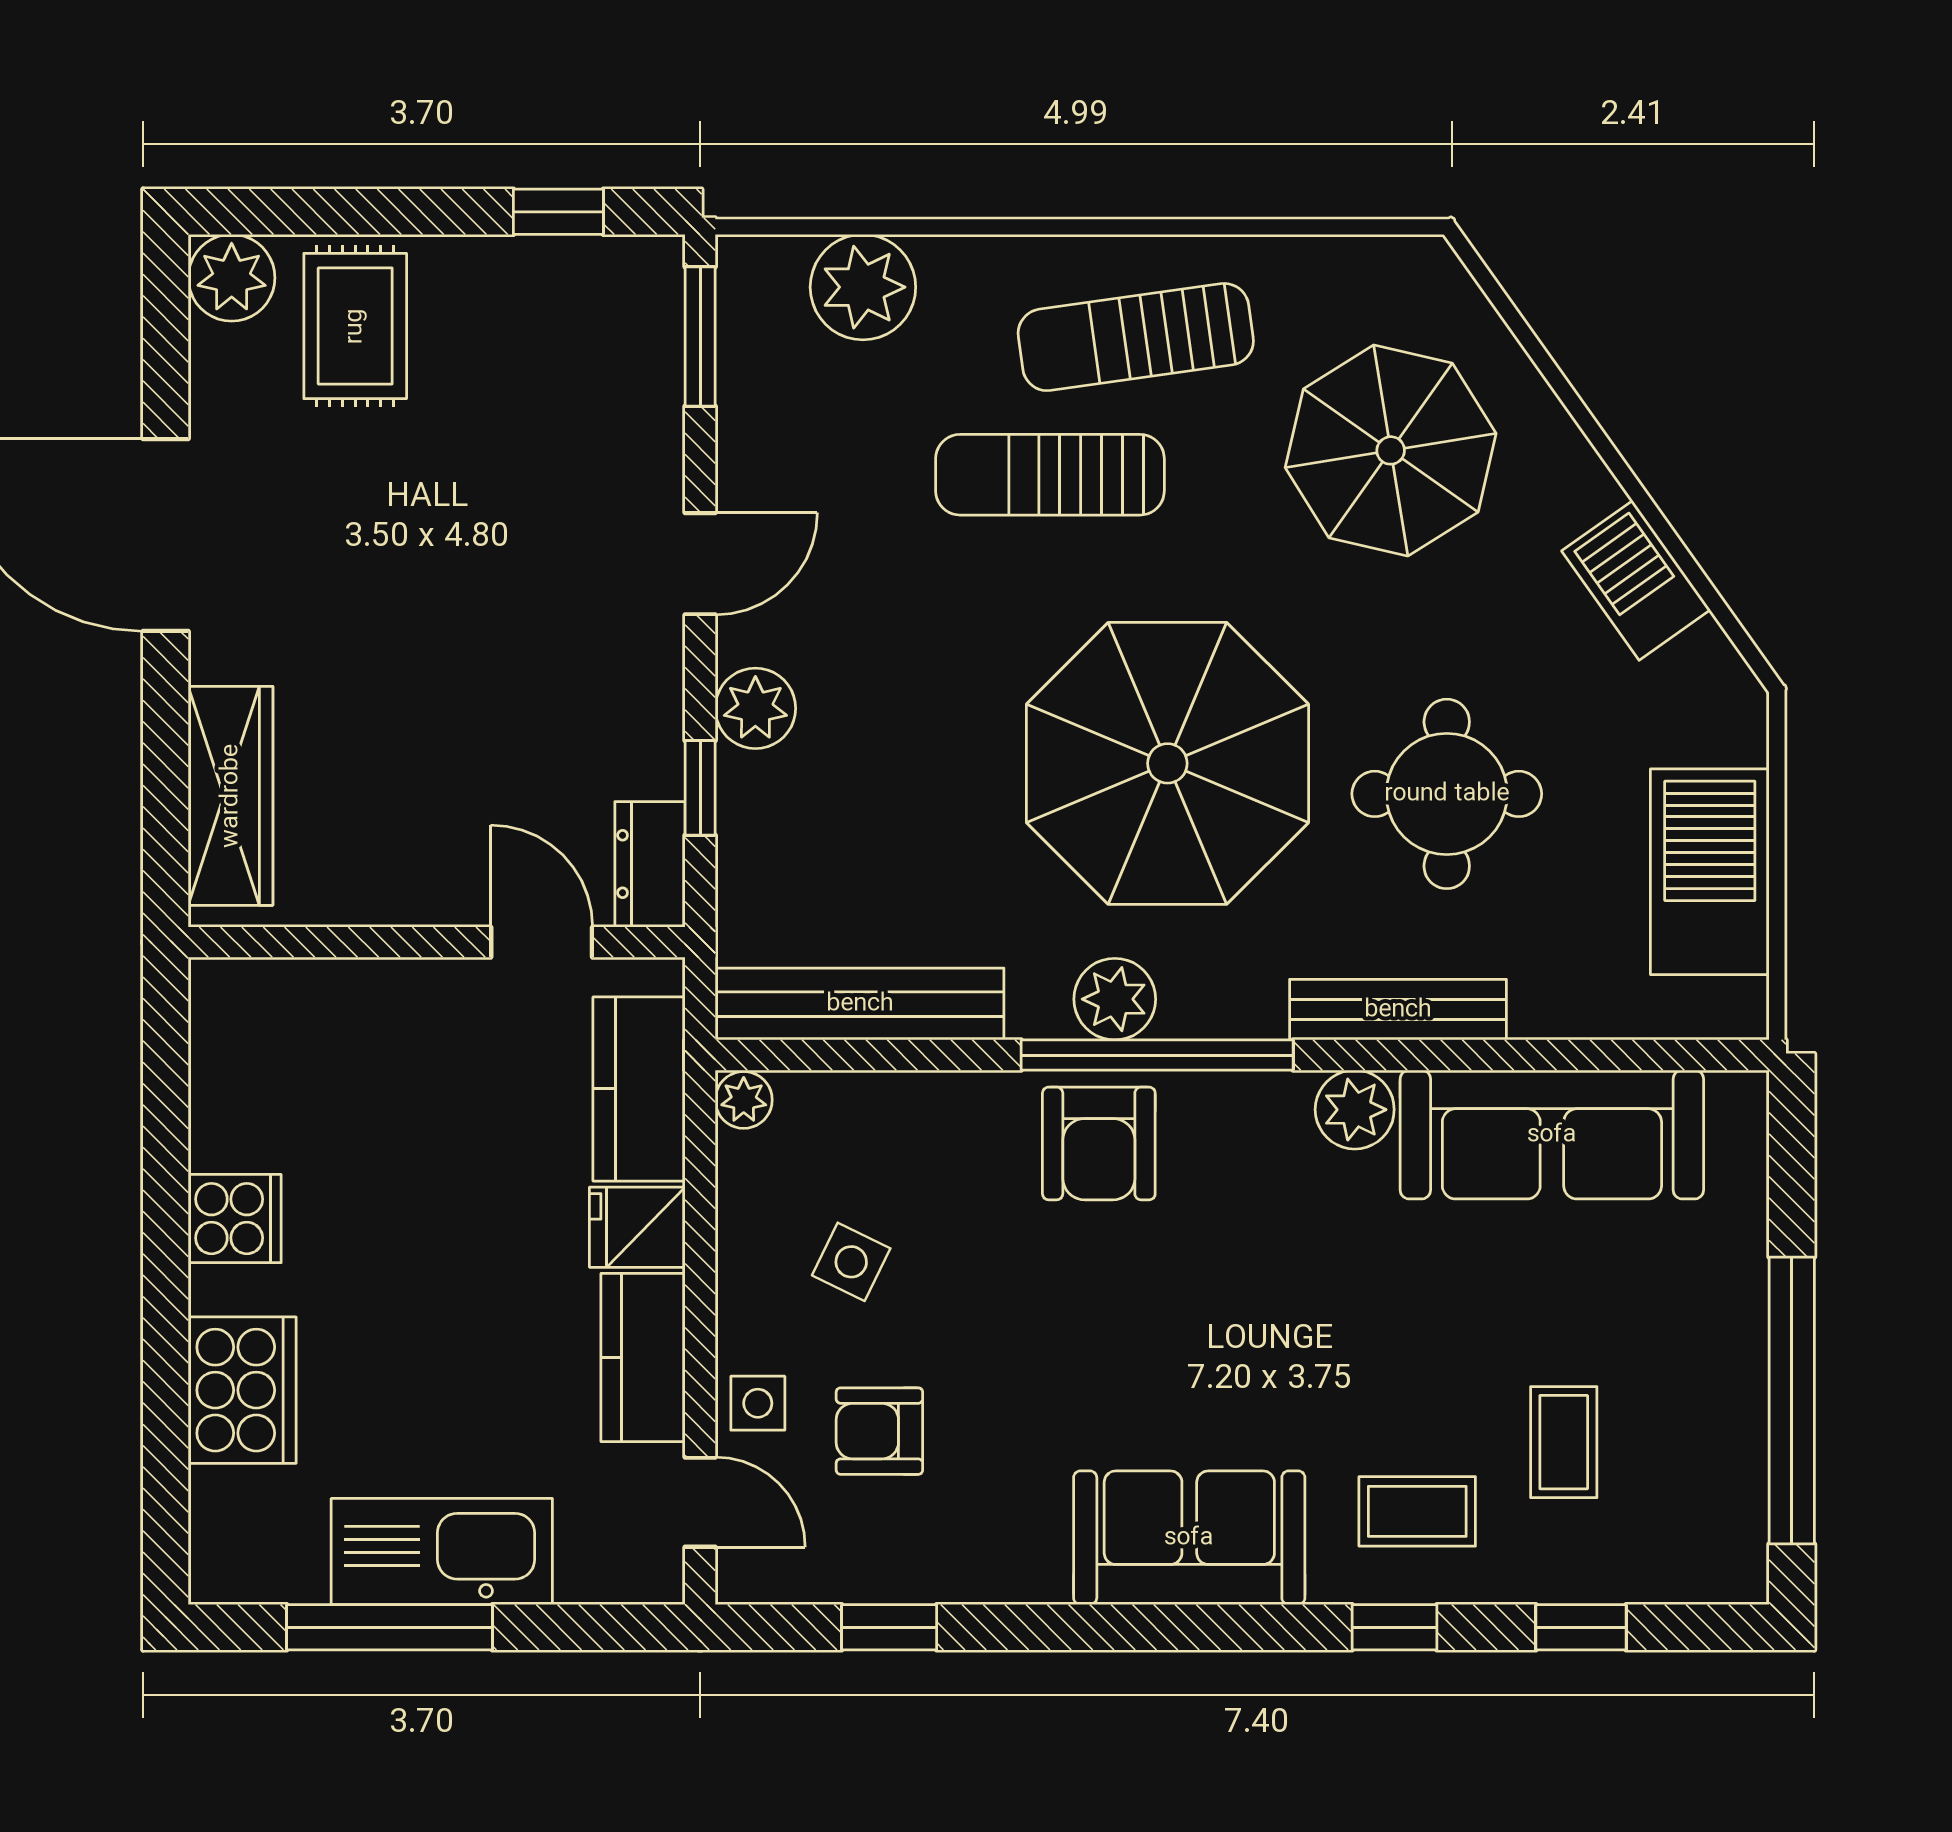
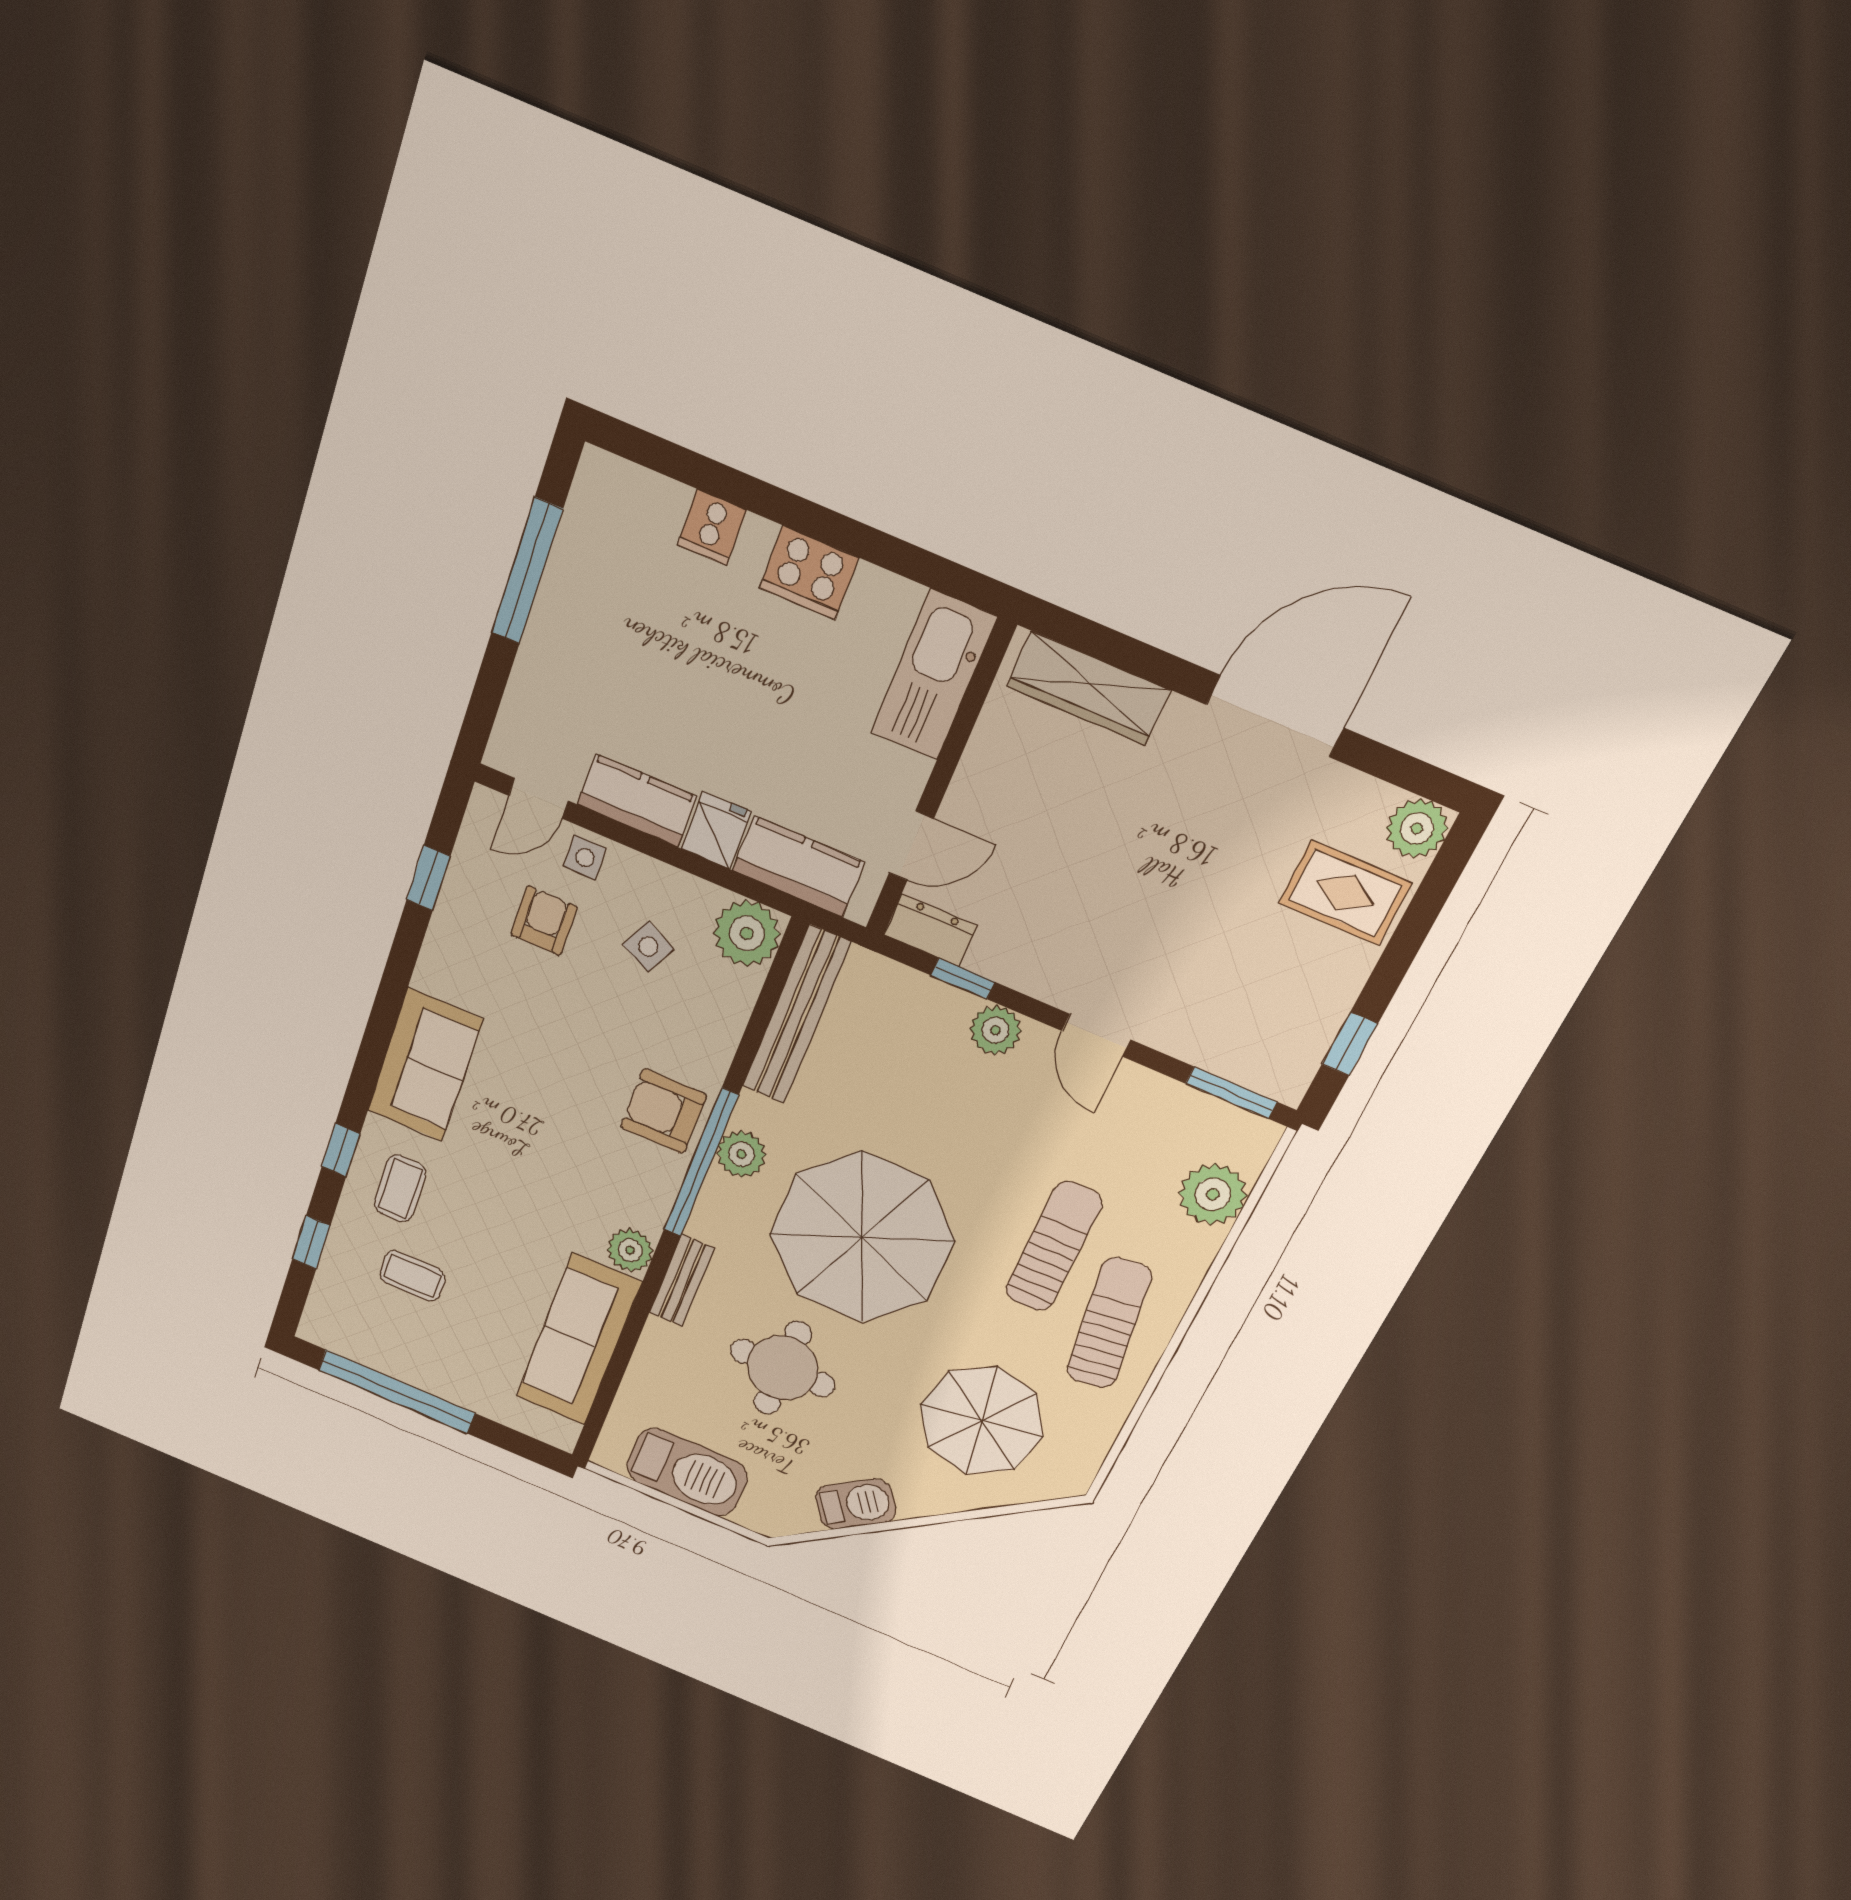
bench: (1398, 1010) -> (682, 1281), width x0.73
plant: (744, 1100) -> (747, 933), width x1.88, depth x1.88
cooker: (235, 1219) -> (809, 573), width x1.36
cooker: (242, 1390) -> (712, 527), width x0.53, depth x0.76
kitchen sink: (442, 1552) -> (934, 675), moved, turned 180

